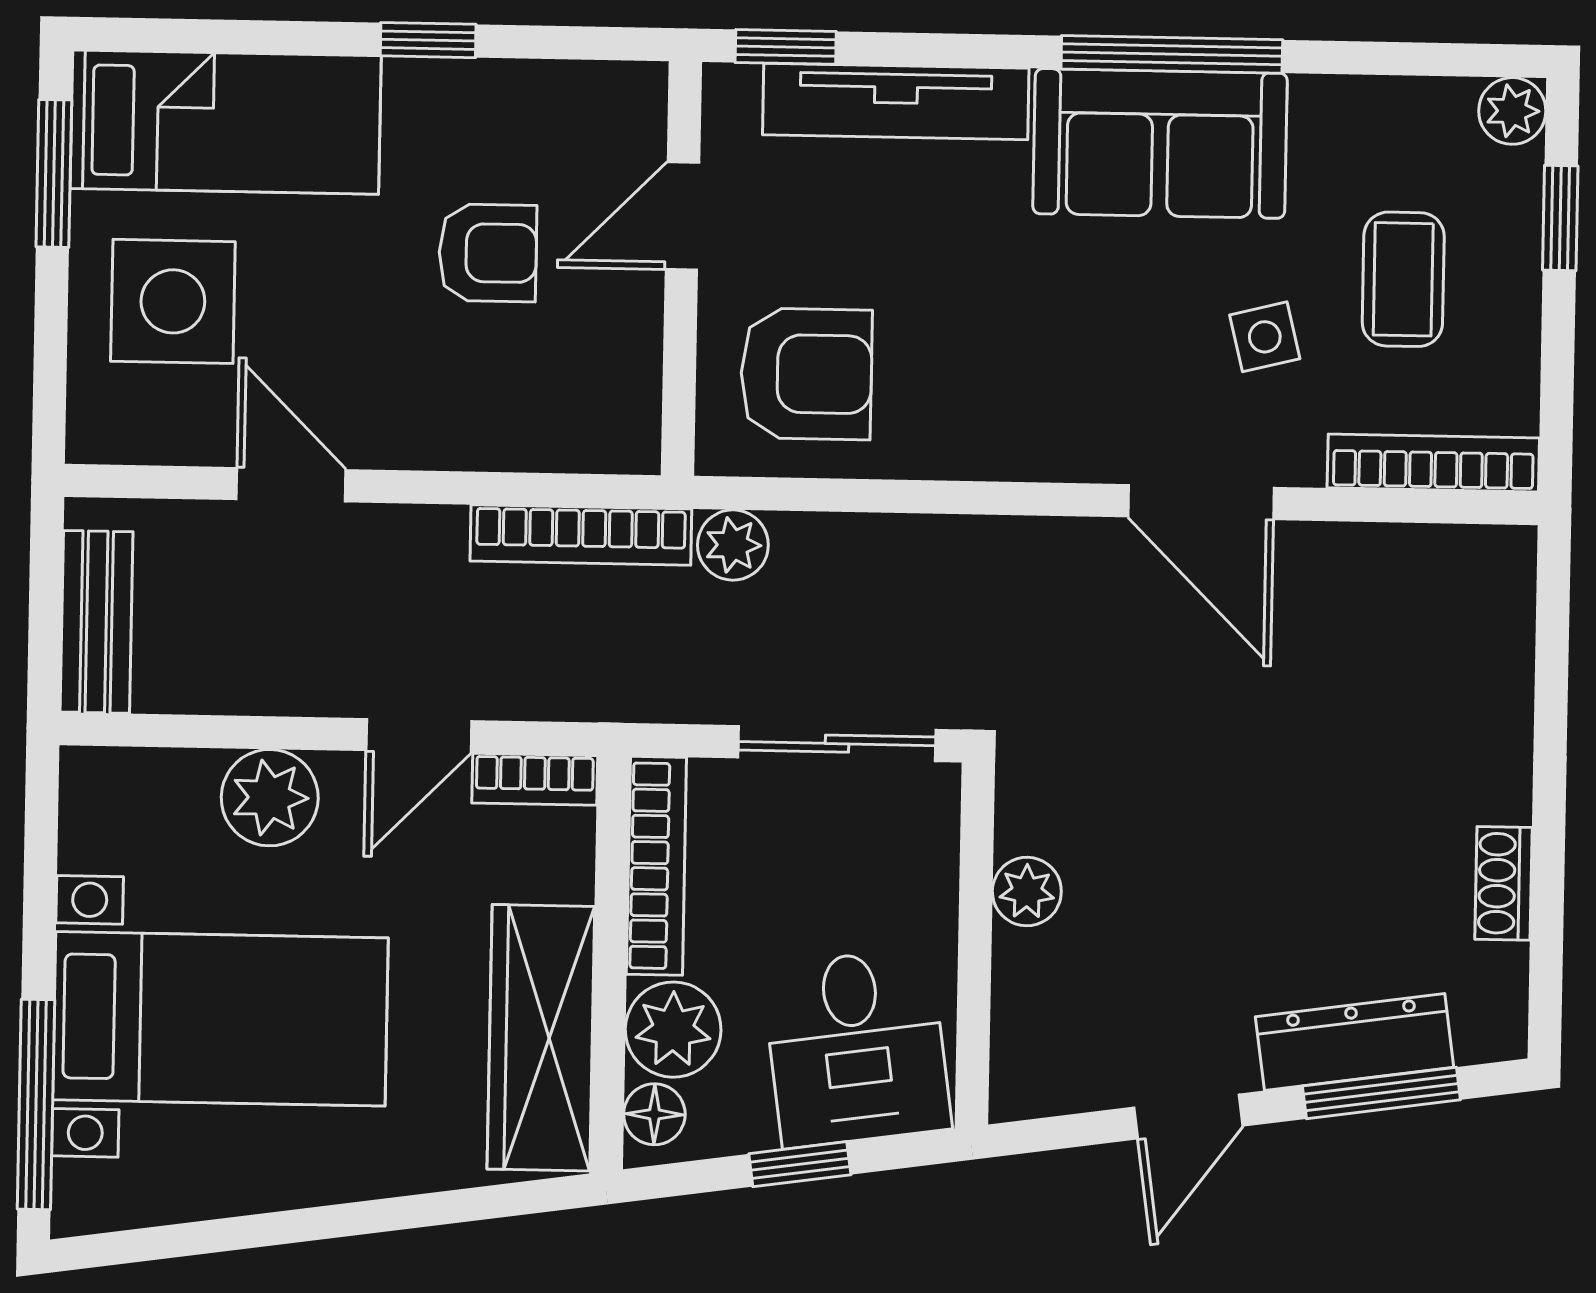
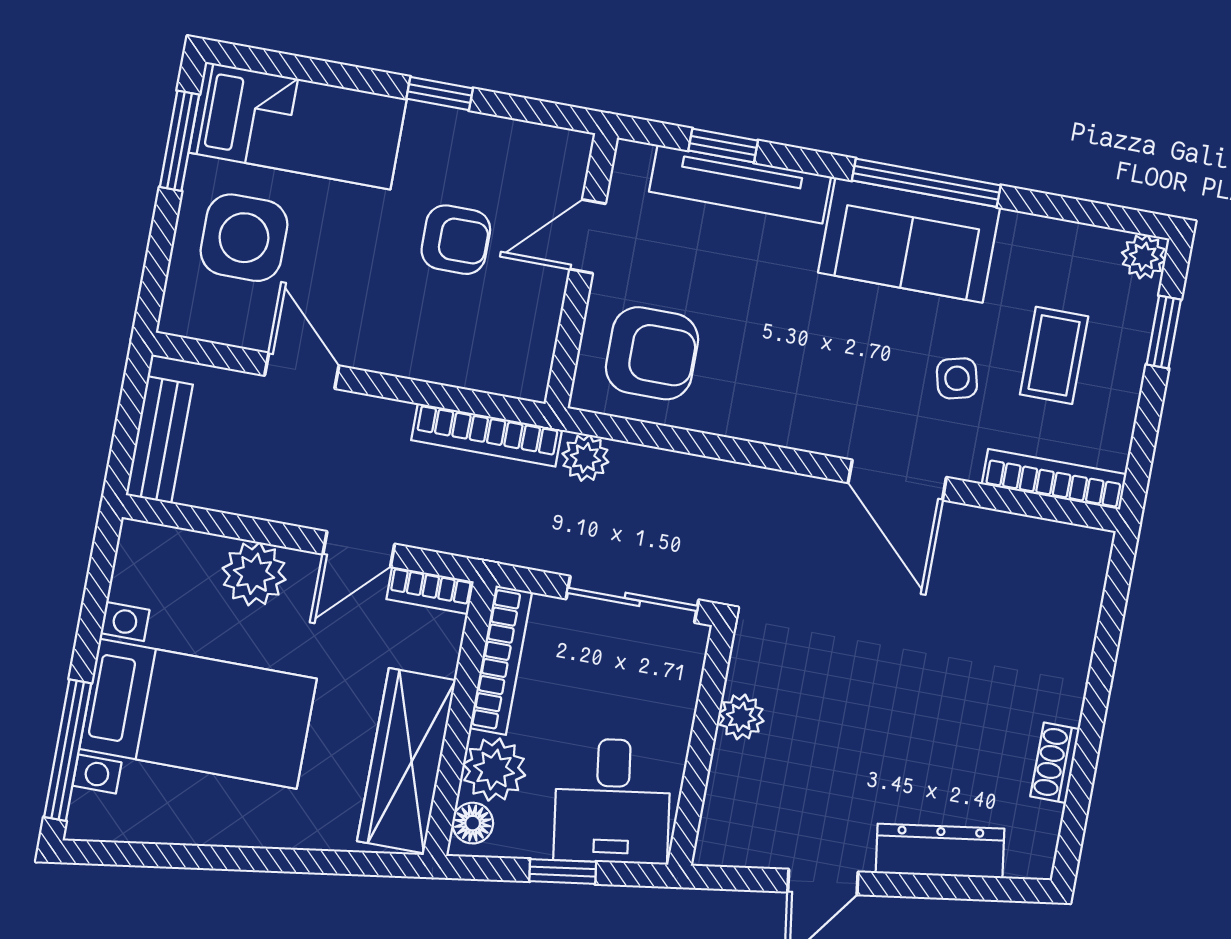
window: (786, 47) -> (723, 146), moved
window: (1381, 1093) -> (952, 887), removed

